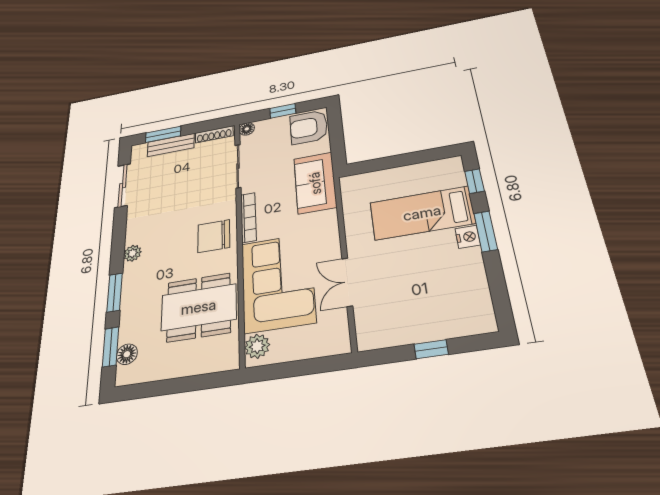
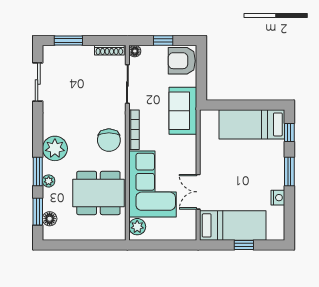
bench: (171, 145) -> (75, 52), removed
bed: (422, 213) -> (252, 124), moved
chair: (214, 236) -> (109, 140), turned -90
nightstand: (468, 237) -> (278, 198), moved
plant: (132, 253) -> (55, 148), width x1.87, depth x1.87
plant: (129, 302) -> (49, 181), added
bed: (408, 322) -> (233, 225), added

